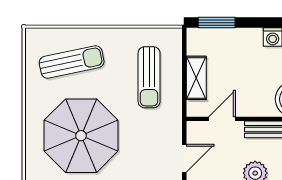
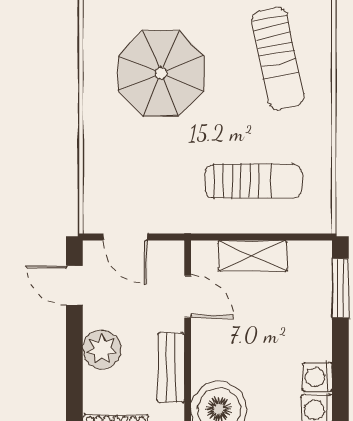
sun lounger: (149, 77) -> (254, 181), turned 180
parasol: (81, 136) -> (161, 73), width x0.73, depth x0.73

